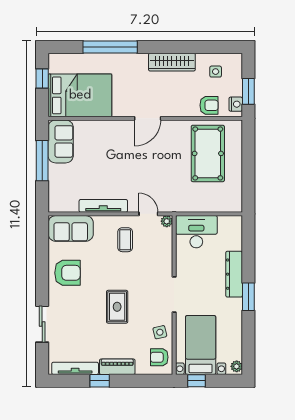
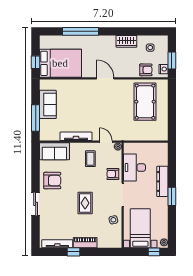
wardrobe: (172, 62) -> (126, 41), width x0.67
window: (42, 78) -> (36, 62), moved
door: (148, 118) -> (105, 78), swing flipped
sofa: (61, 141) -> (48, 104), moved
window: (42, 161) -> (36, 118), moved
desk: (196, 232) -> (135, 168), moved, turned -90
sliding door: (42, 324) -> (36, 204), moved
armchair: (159, 357) -> (113, 174), moved
window: (197, 381) -> (154, 252), moved

